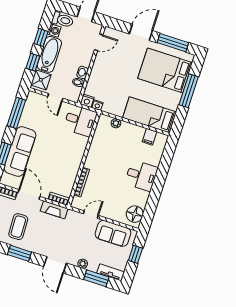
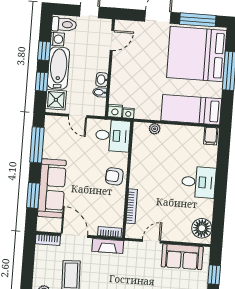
bed: (165, 70) -> (197, 54), width x1.36
filing cabinet: (149, 137) -> (211, 136), moved
armchair: (73, 154) -> (114, 176), added

